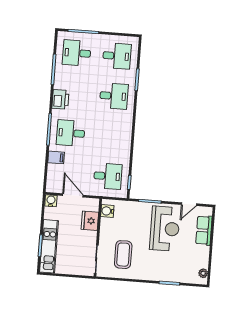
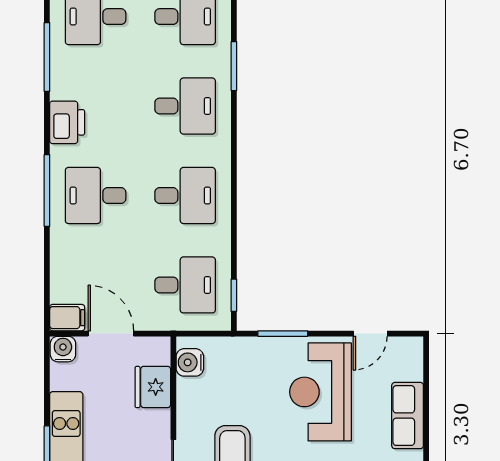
desk: (111, 136) -> (185, 195), added
filing cabinet: (56, 157) -> (67, 318), moved
reception desk: (165, 229) -> (320, 392), turned 180
row of seats: (204, 230) -> (408, 416), moved

